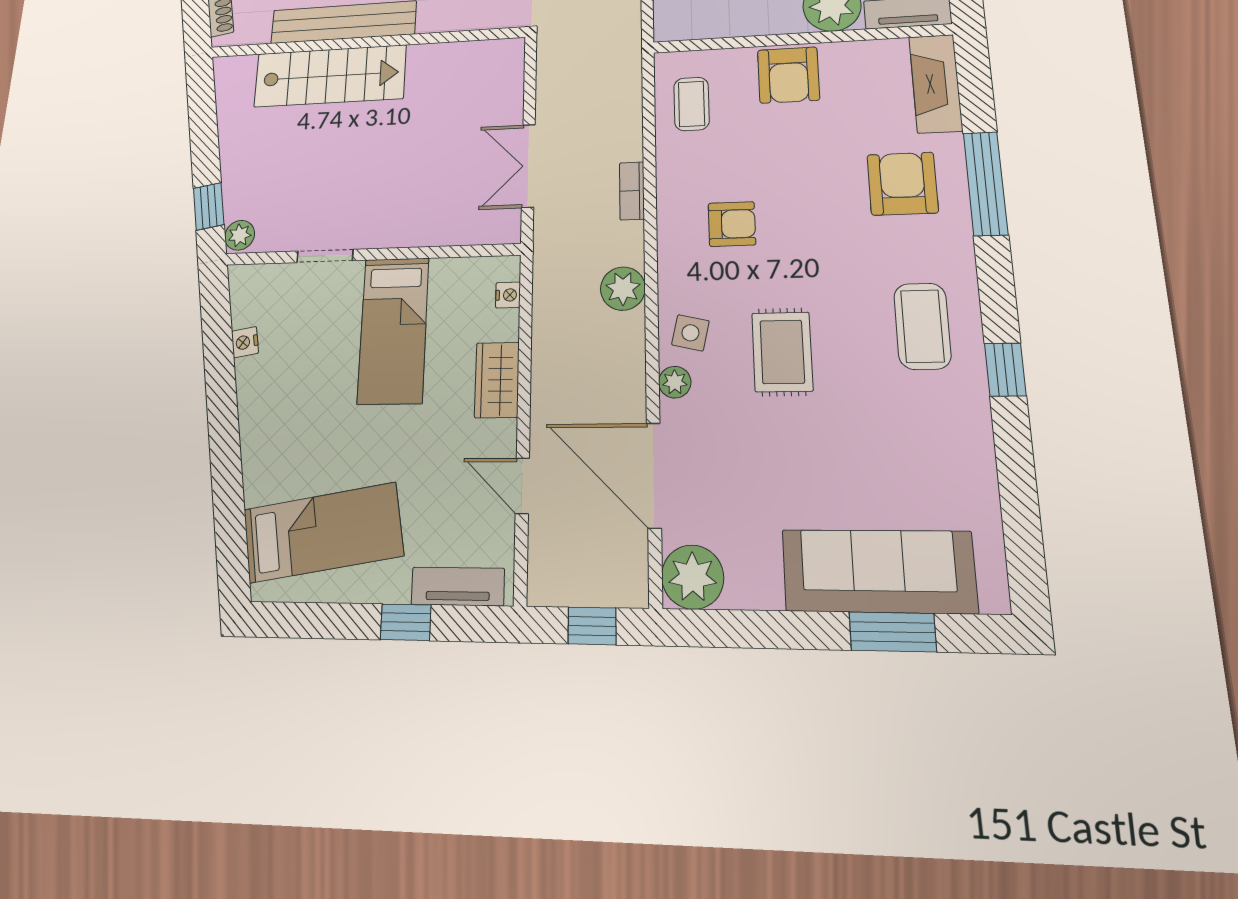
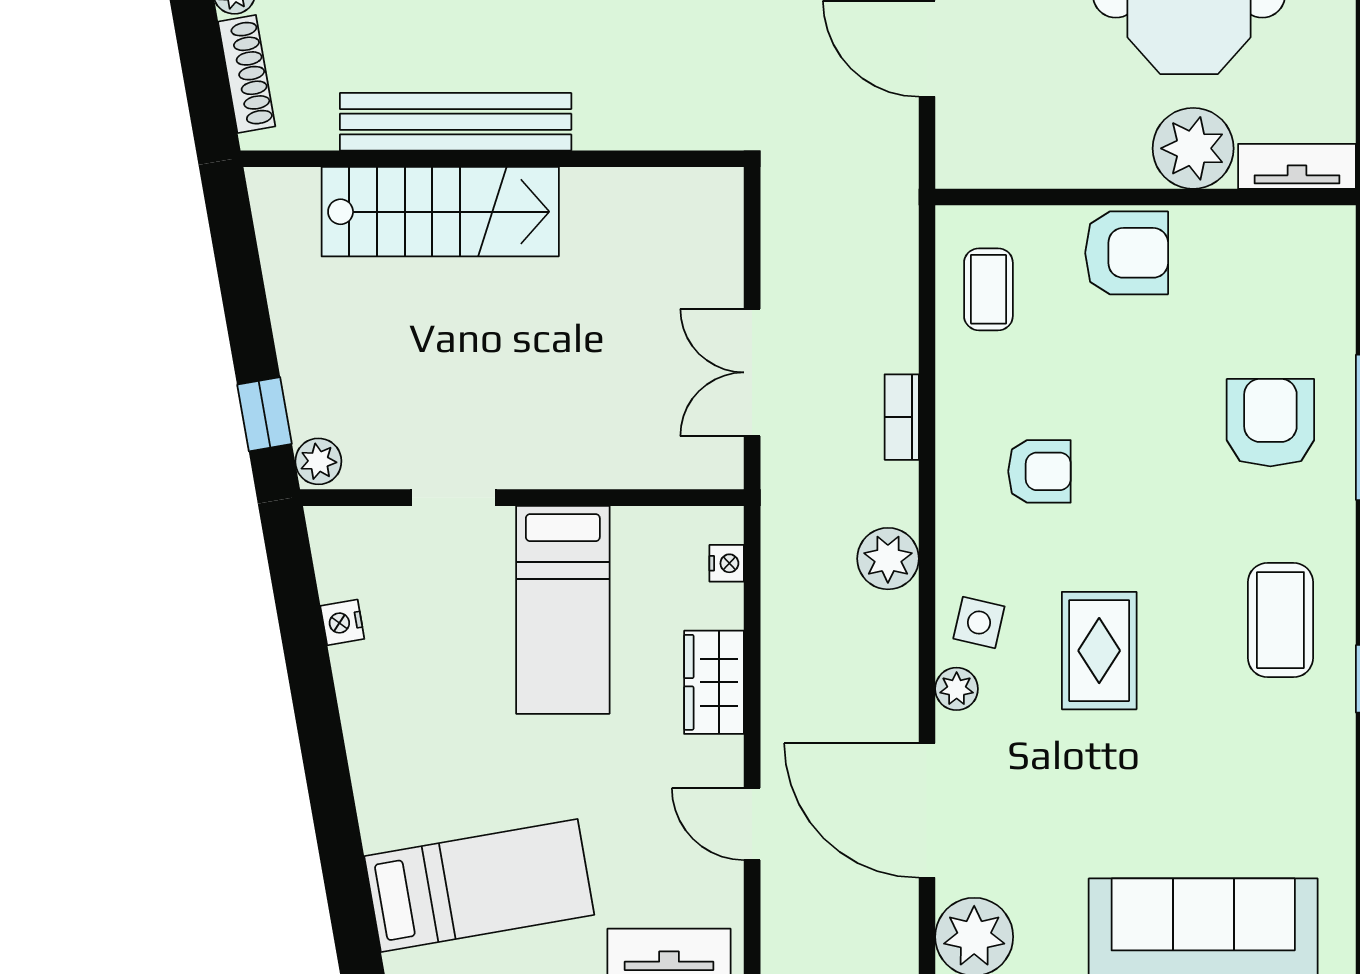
armchair: (788, 75) -> (1127, 253), turned -90
fireplace: (936, 84) -> (1326, 278), removed

